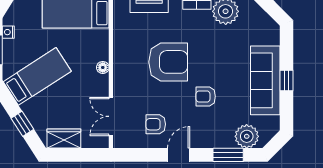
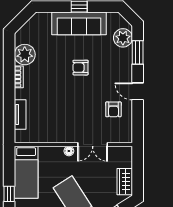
armchair: (168, 62) -> (65, 100), removed
armchair: (206, 96) -> (81, 68), moved, turned 90
double door: (111, 116) -> (93, 145), moved

